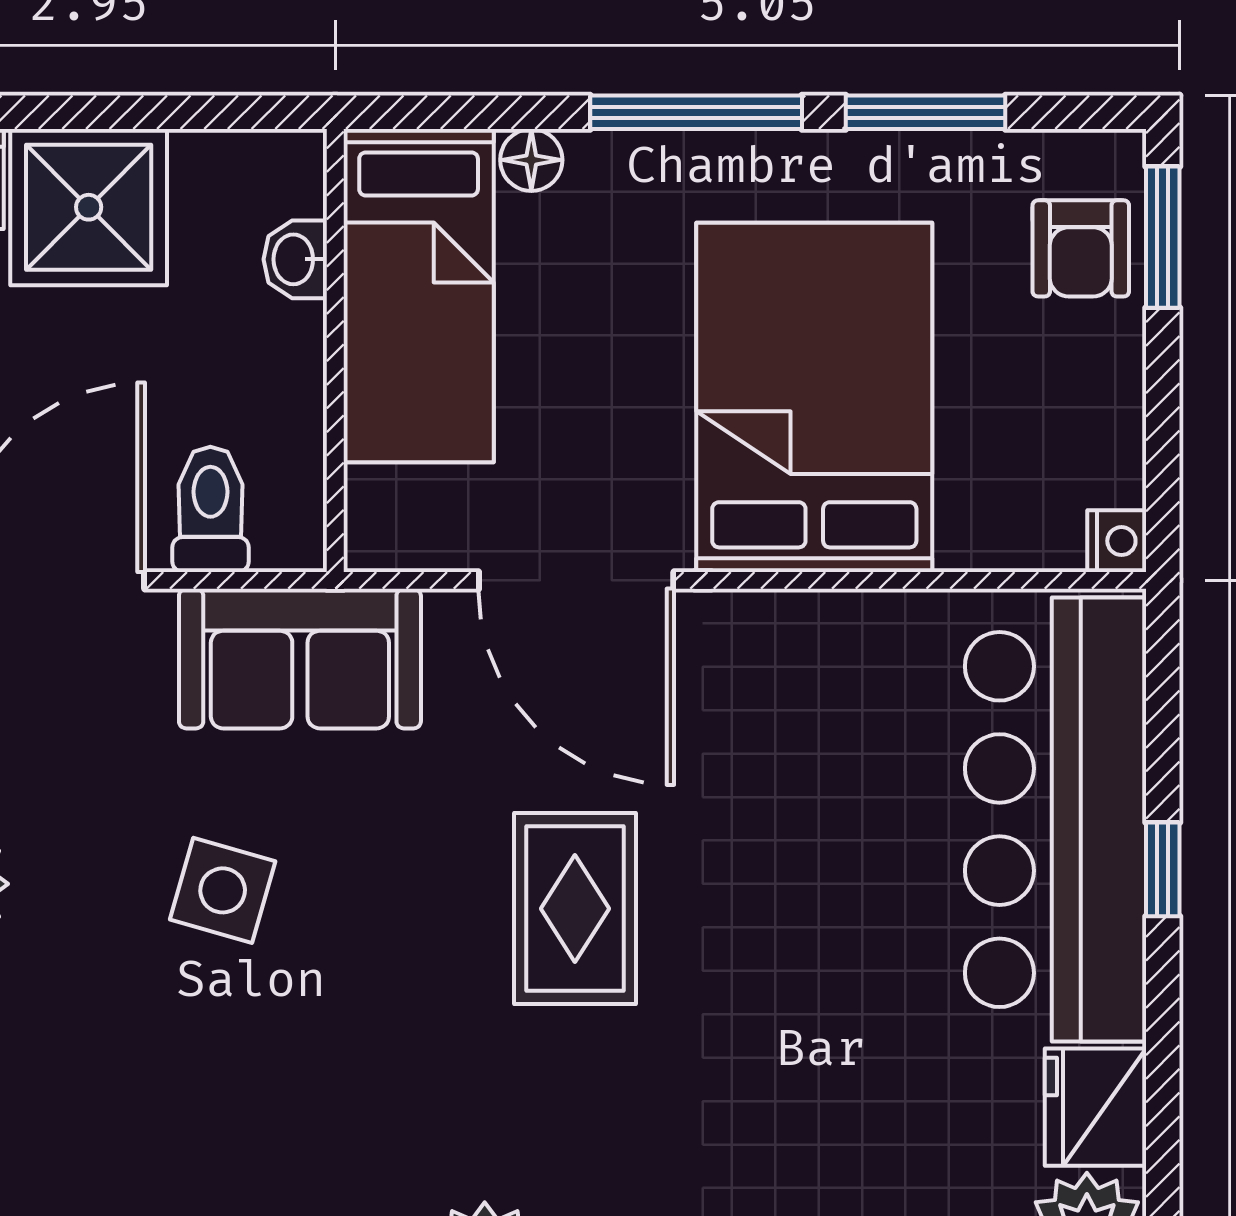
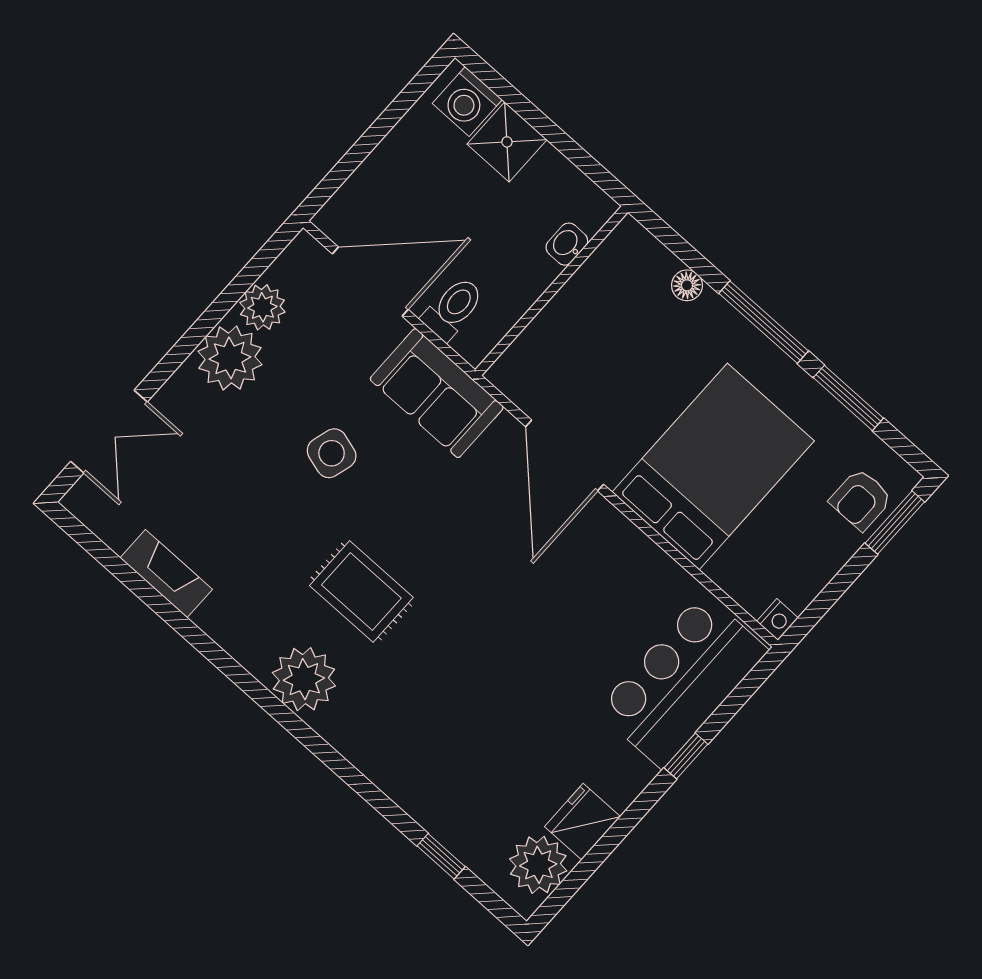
shower: (89, 207) -> (507, 142), width x0.73, depth x0.73
bed: (419, 296) -> (600, 298), removed
bar counter: (1056, 820) -> (682, 680), width x0.73
rug: (575, 909) -> (361, 592), moved, turned 90

